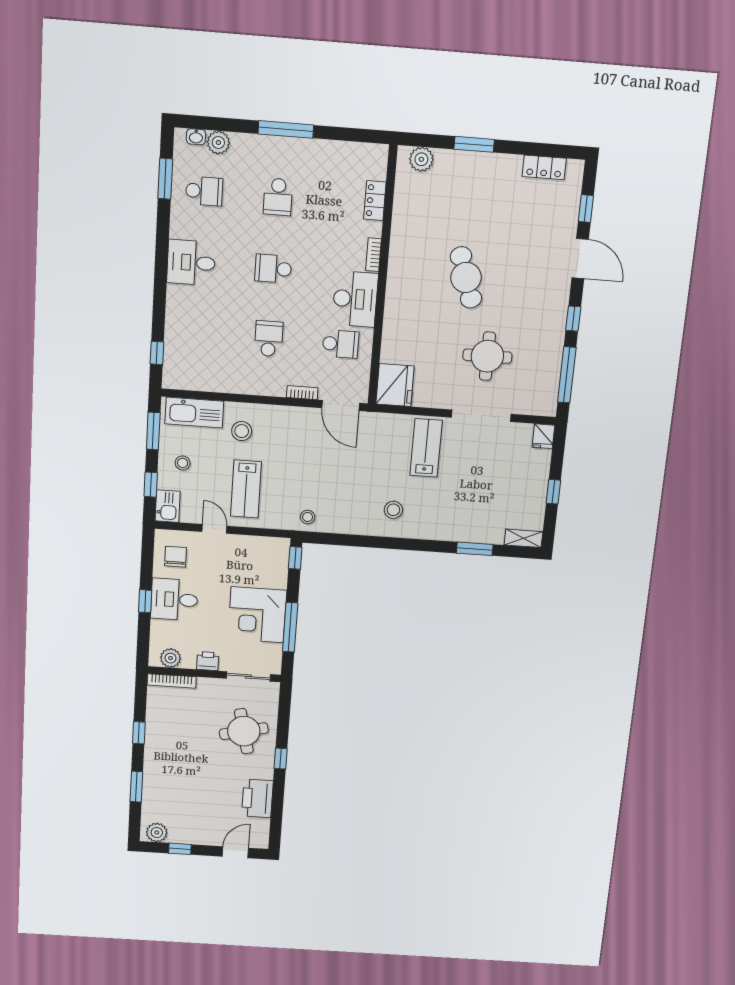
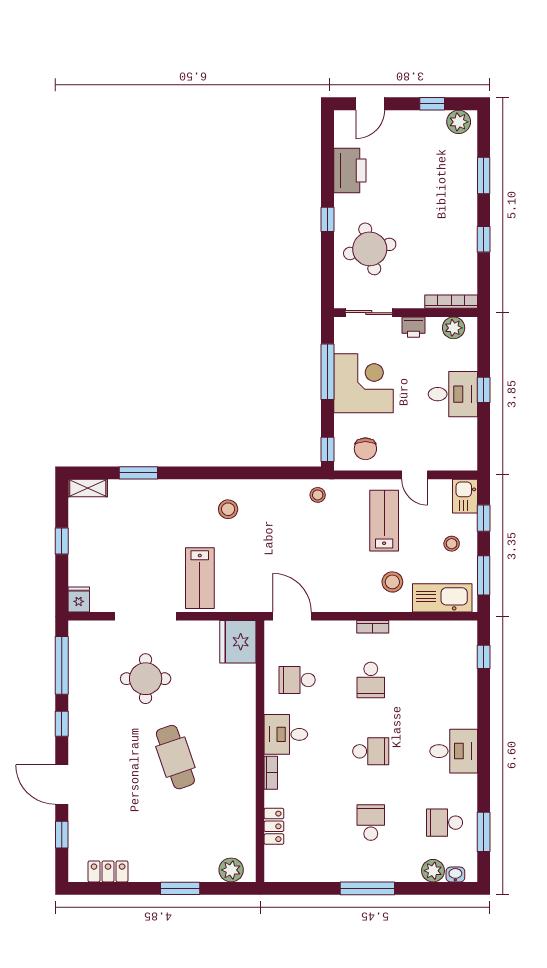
desk: (355, 299) -> (286, 734), width x0.73
bookcase: (302, 393) -> (373, 627), moved
chair: (176, 557) -> (365, 449), moved

